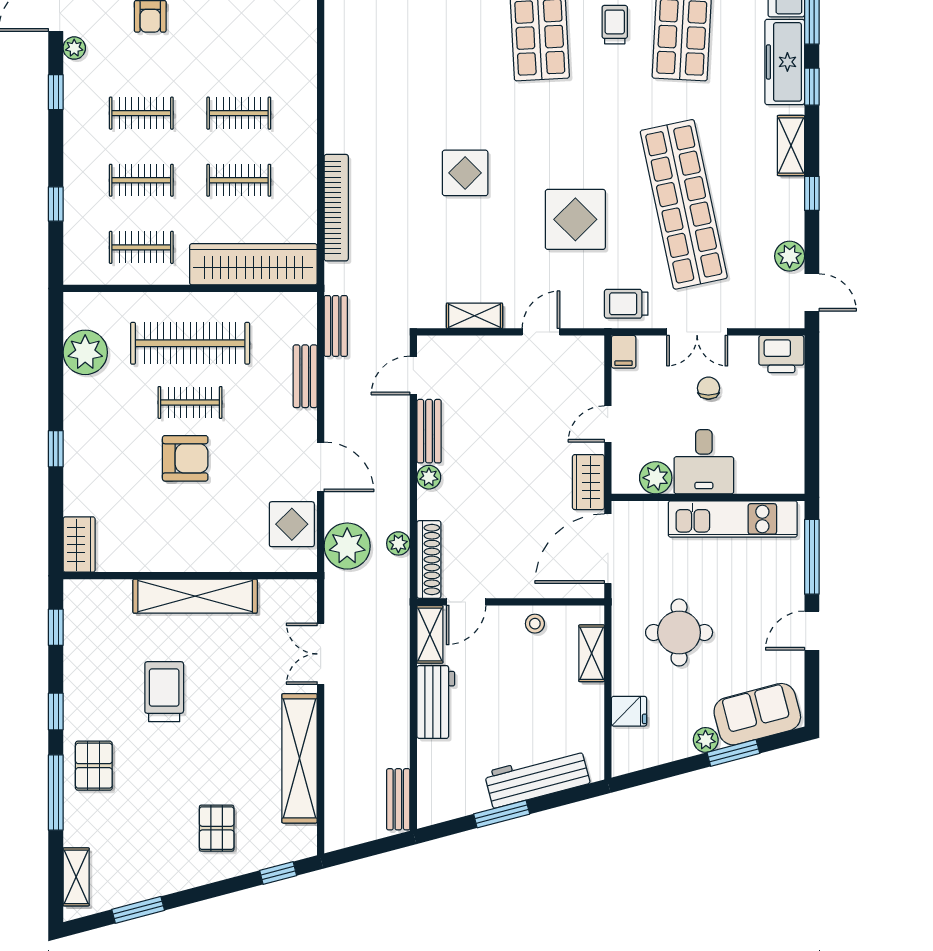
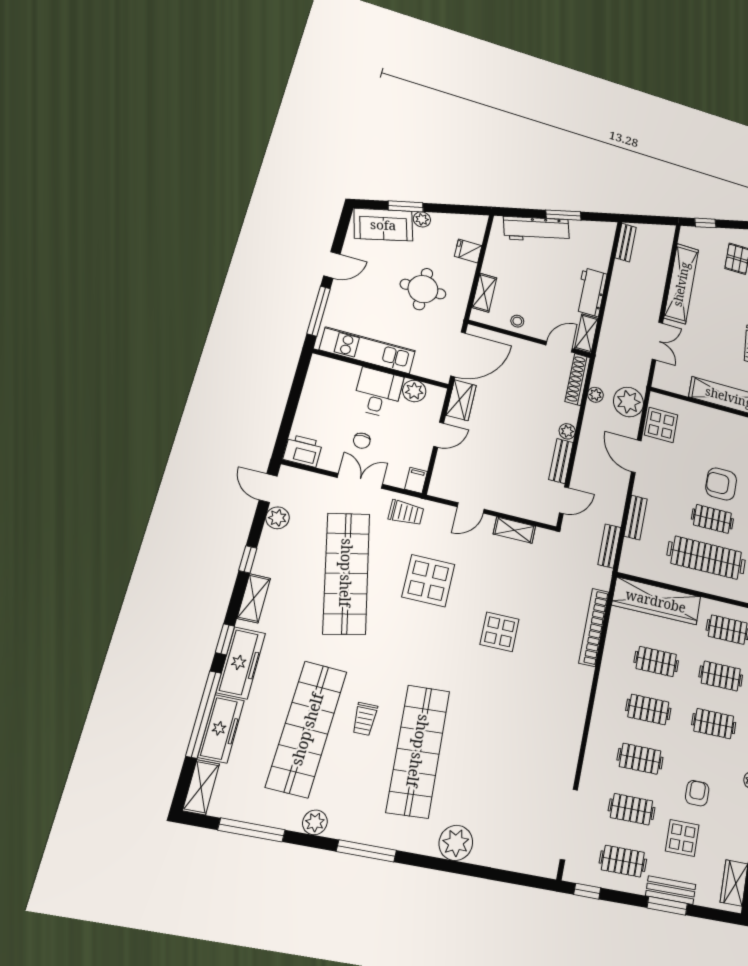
clothes rail: (239, 46) -> (640, 759), added

